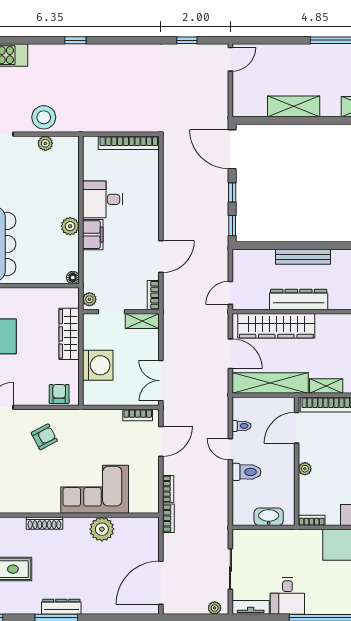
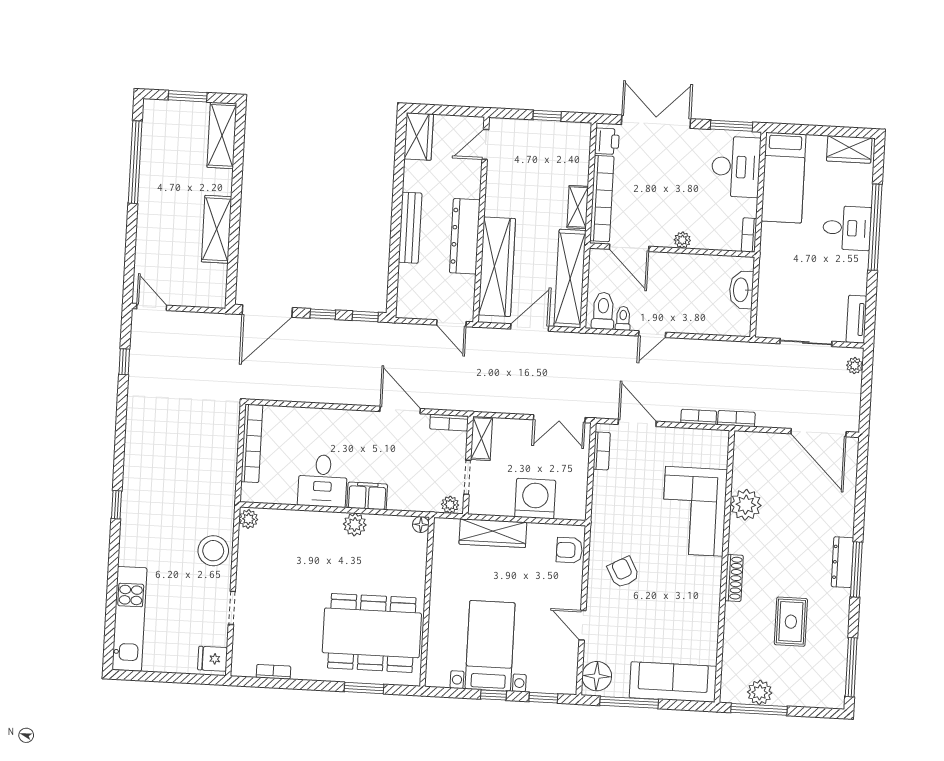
plant: (45, 143) -> (248, 519), moved
toilet: (247, 472) -> (603, 311), moved
desk: (287, 596) -> (847, 228), moved

